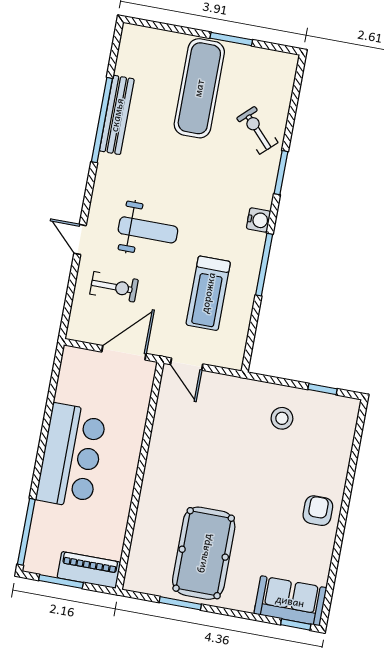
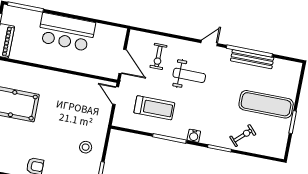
weight bench: (148, 230) -> (189, 75), turned -90
door: (80, 239) -> (209, 43), moved
treadmill: (208, 293) -> (154, 108), turned 180
door: (187, 364) -> (116, 96), hinge flipped

